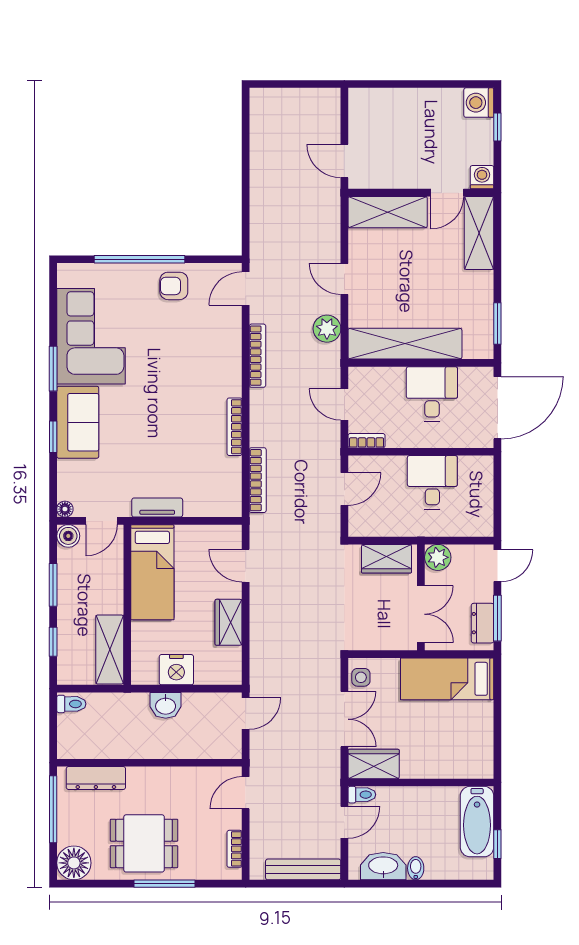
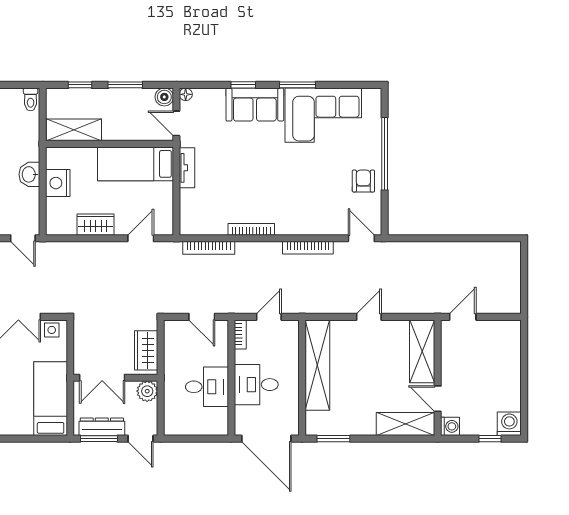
plant: (327, 329) -> (329, 303), removed
desk: (432, 394) -> (256, 385), moved, turned 180
dresser: (483, 623) -> (102, 427), width x1.44

